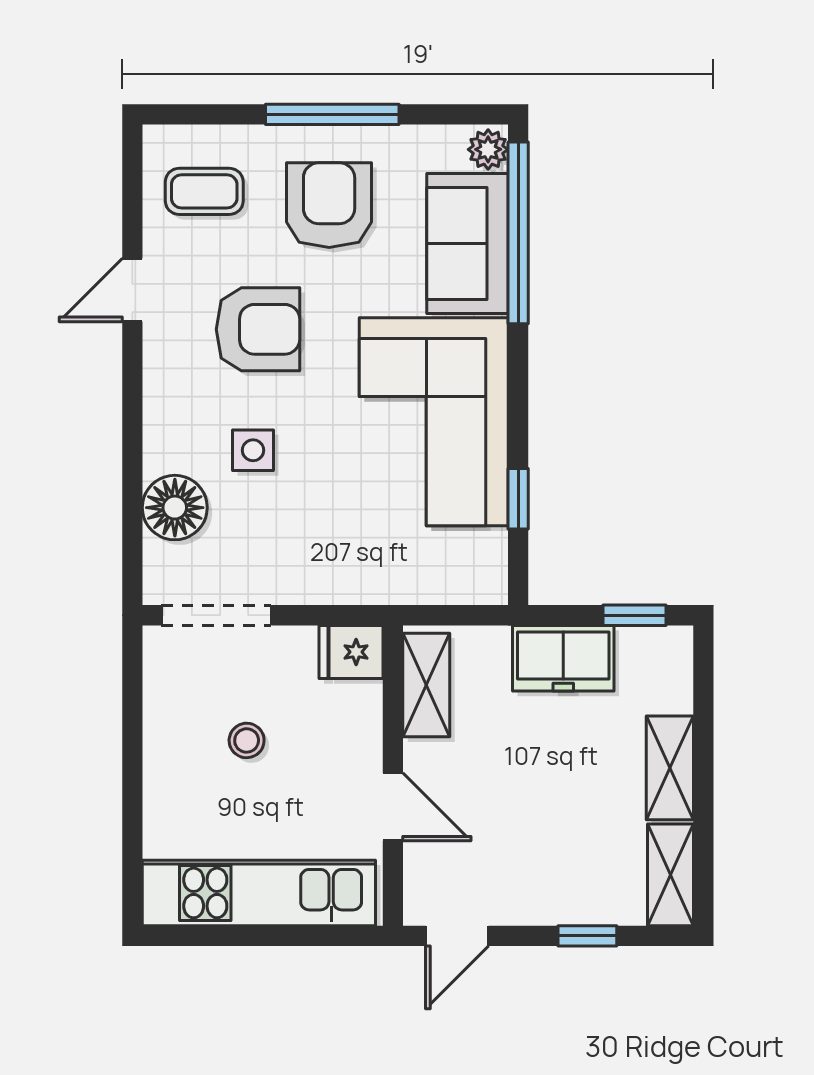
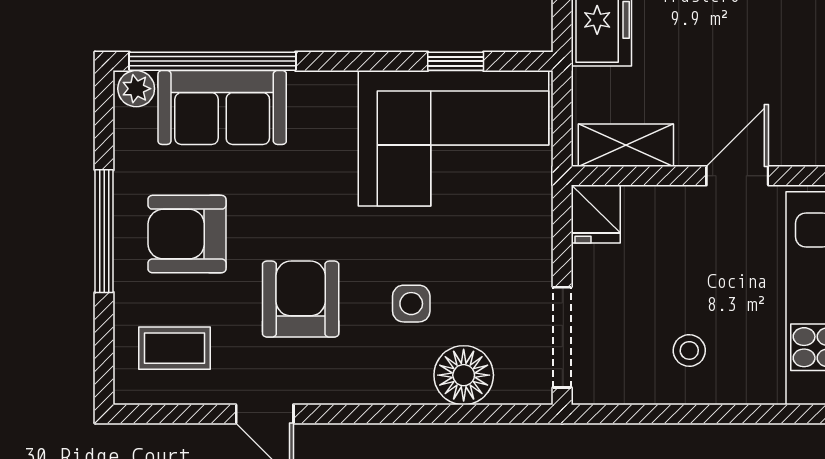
coffee table: (204, 191) -> (175, 348), turned 90
corner sofa: (434, 422) -> (453, 138), moved
stool: (247, 740) -> (689, 350), moved

